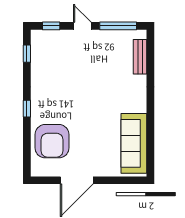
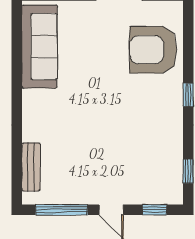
armchair: (52, 141) -> (153, 50), turned -90

